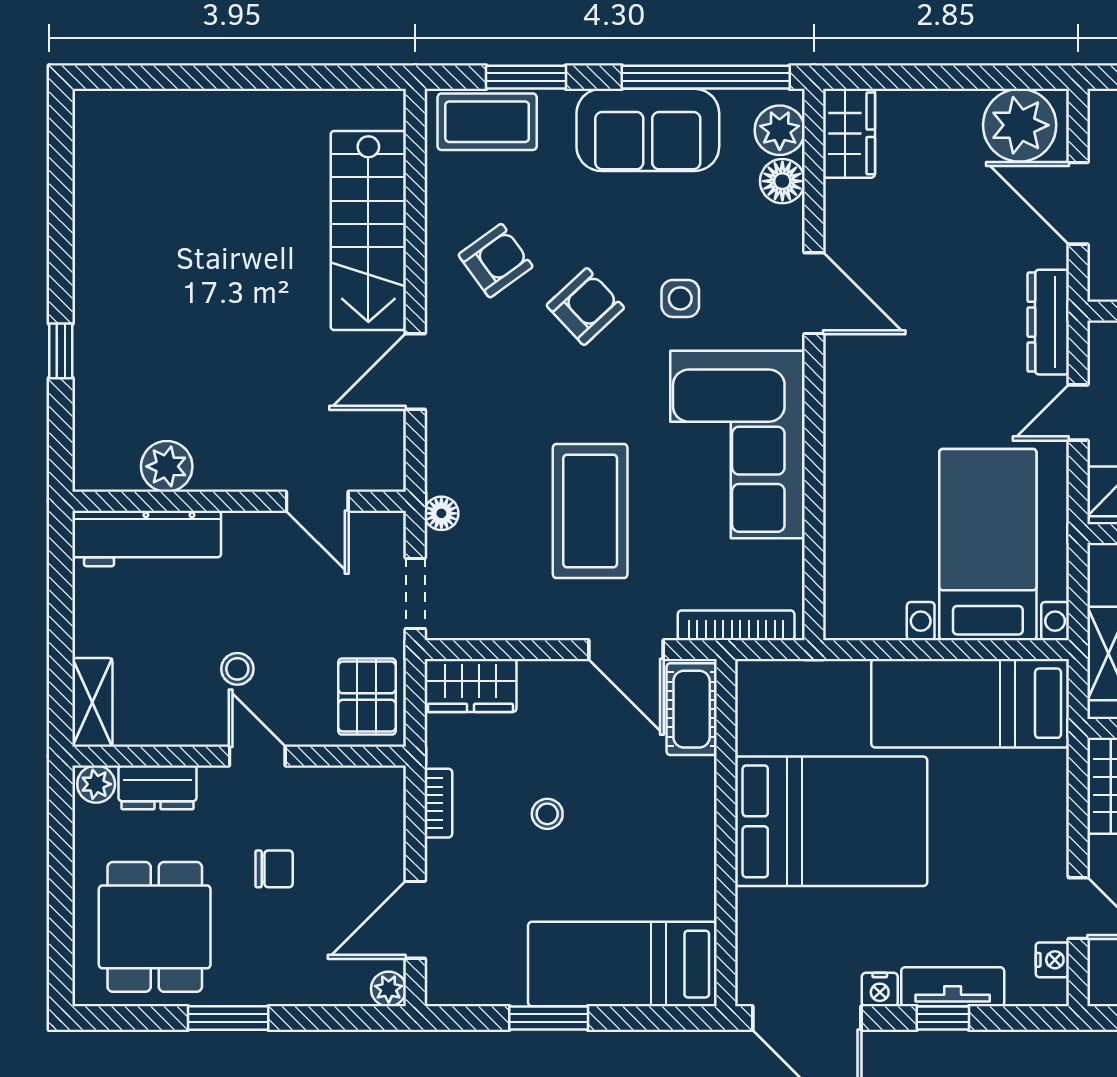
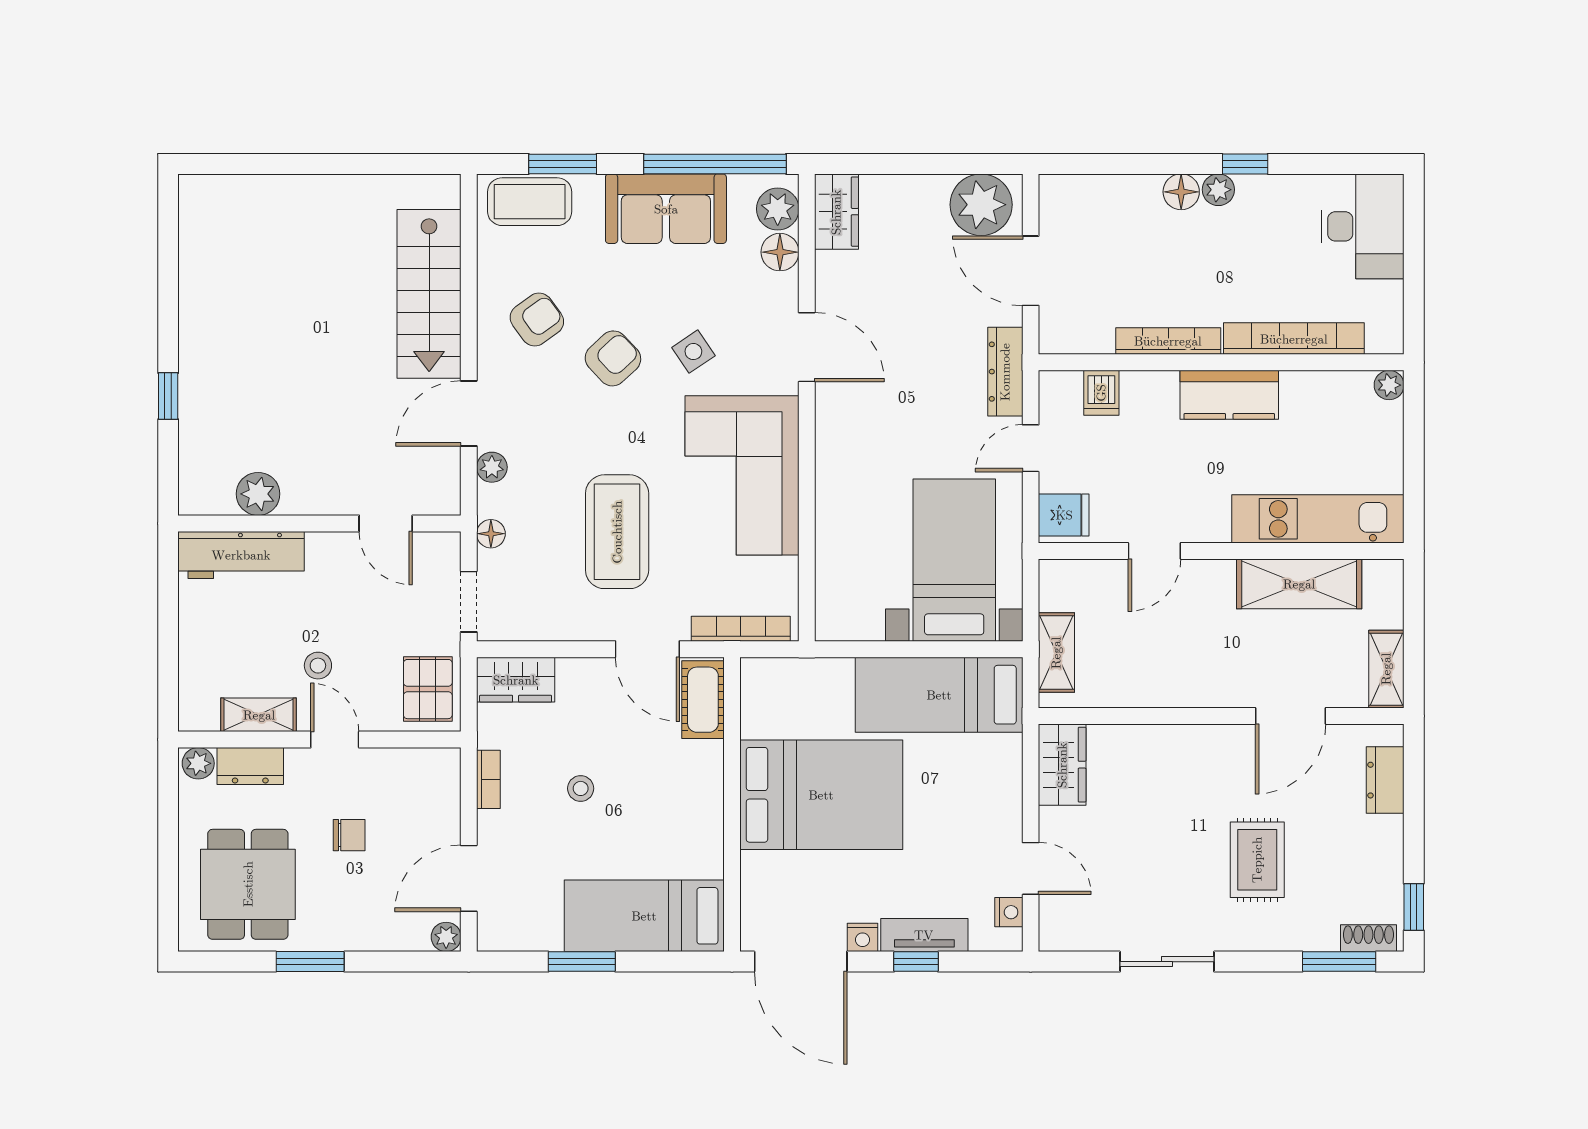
side table: (680, 298) -> (693, 352), turned -34
plant: (442, 435) -> (492, 467), added
shelving: (92, 702) -> (259, 715), moved, turned 90

